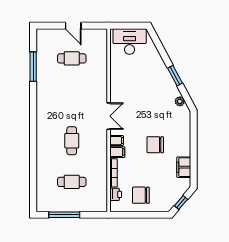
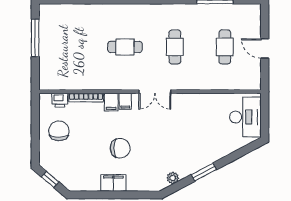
door: (73, 26) -> (265, 49), hinge flipped
chair: (155, 145) -> (120, 148), turned 90
filing cabinet: (184, 167) -> (113, 183), moved
cafe table: (72, 182) -> (175, 47), moved

